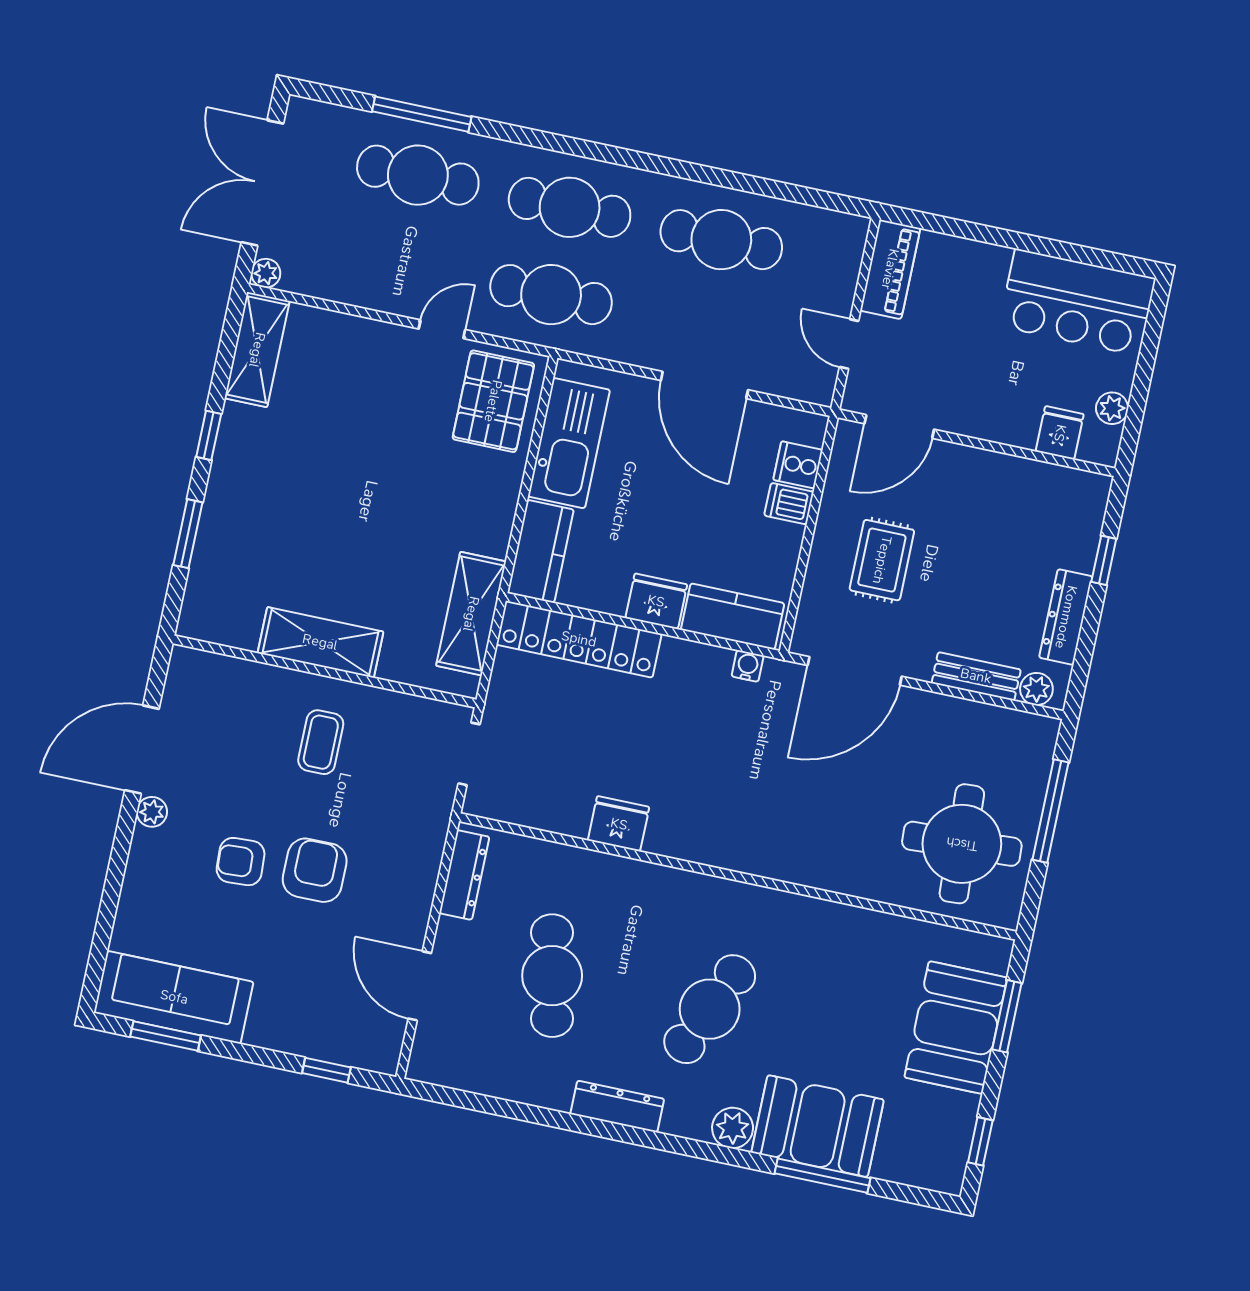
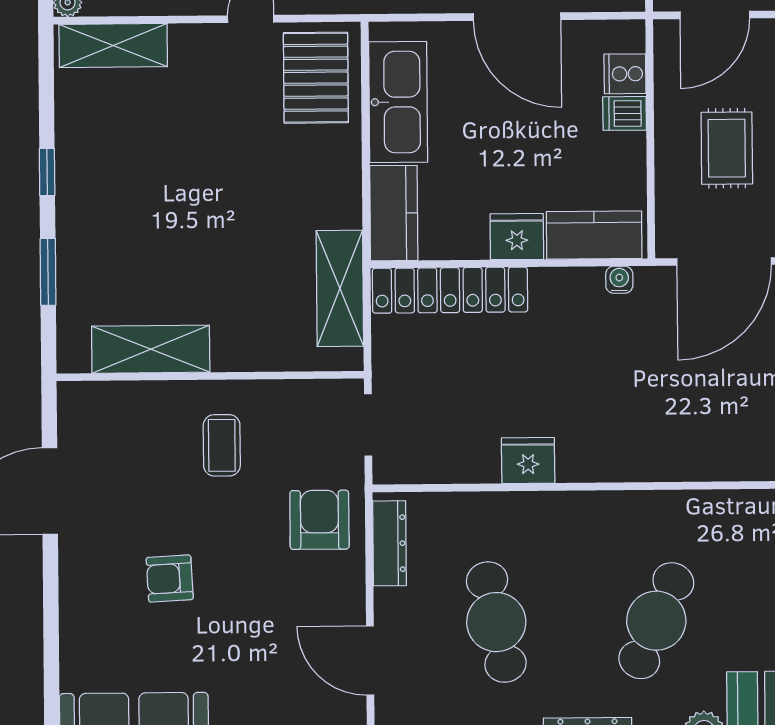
shelving: (257, 350) -> (113, 46), moved, turned 90
shelving: (320, 642) -> (151, 349), moved
plant: (152, 812) -> (73, 549), removed
armchair: (315, 870) -> (319, 520), moved

